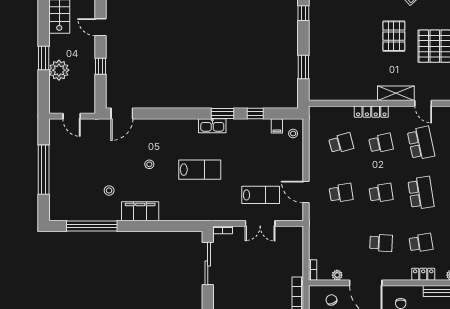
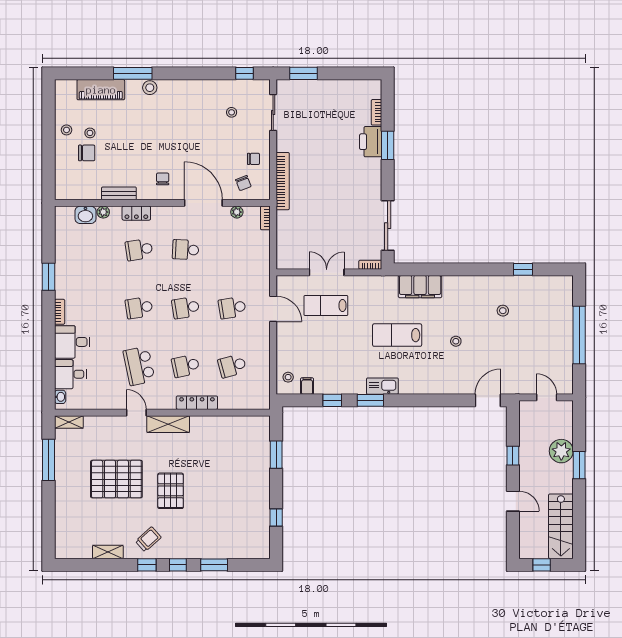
school desk: (421, 193) -> (139, 308), width x0.54
filing cabinet: (140, 211) -> (420, 287), moved
window: (92, 226) -> (523, 269), width x0.32

